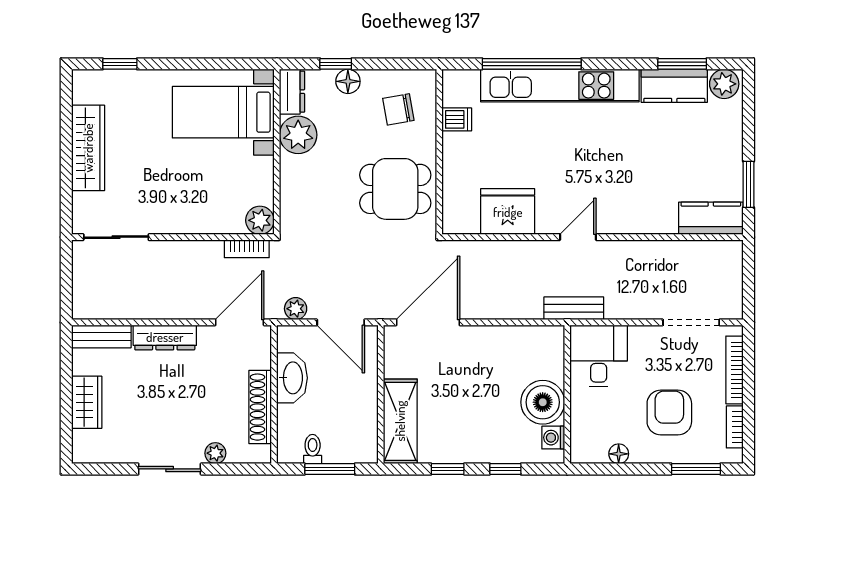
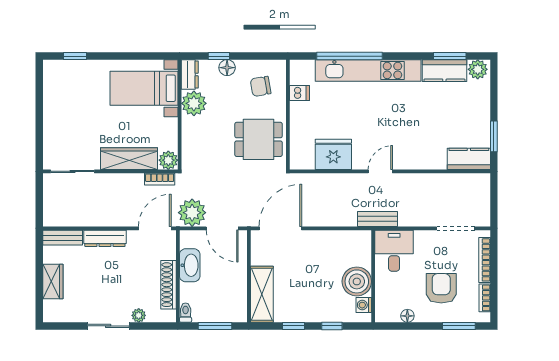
wardrobe: (88, 148) -> (129, 159), moved, turned -90
plant: (296, 309) -> (192, 213), width x1.87, depth x1.87
toilet: (313, 449) -> (186, 313), moved

